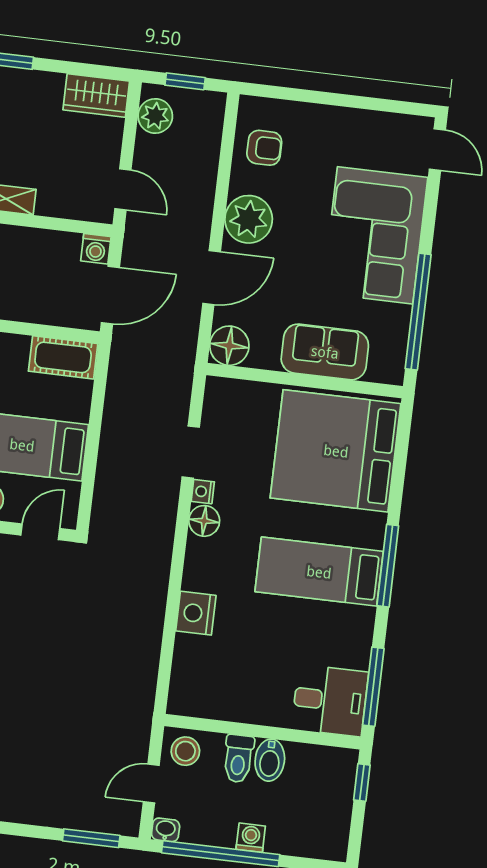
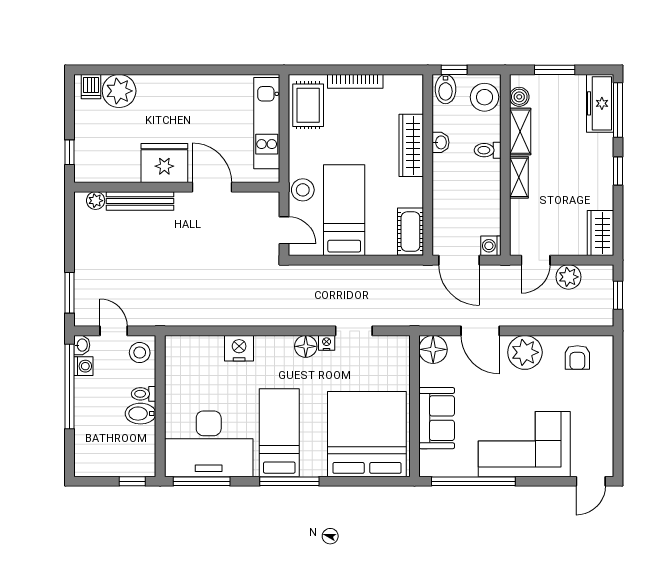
plant: (155, 116) -> (569, 277), moved
desk: (330, 701) -> (209, 444), width x1.87, depth x1.30
toilet: (238, 759) -> (144, 394), width x0.73, depth x0.72
washing machine: (251, 838) -> (83, 366), moved

